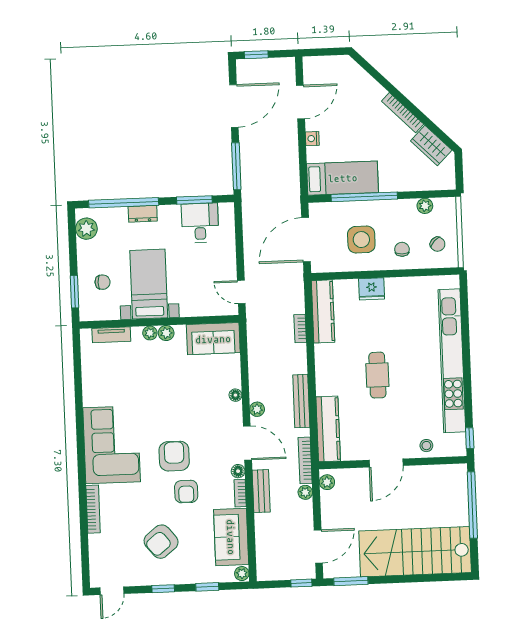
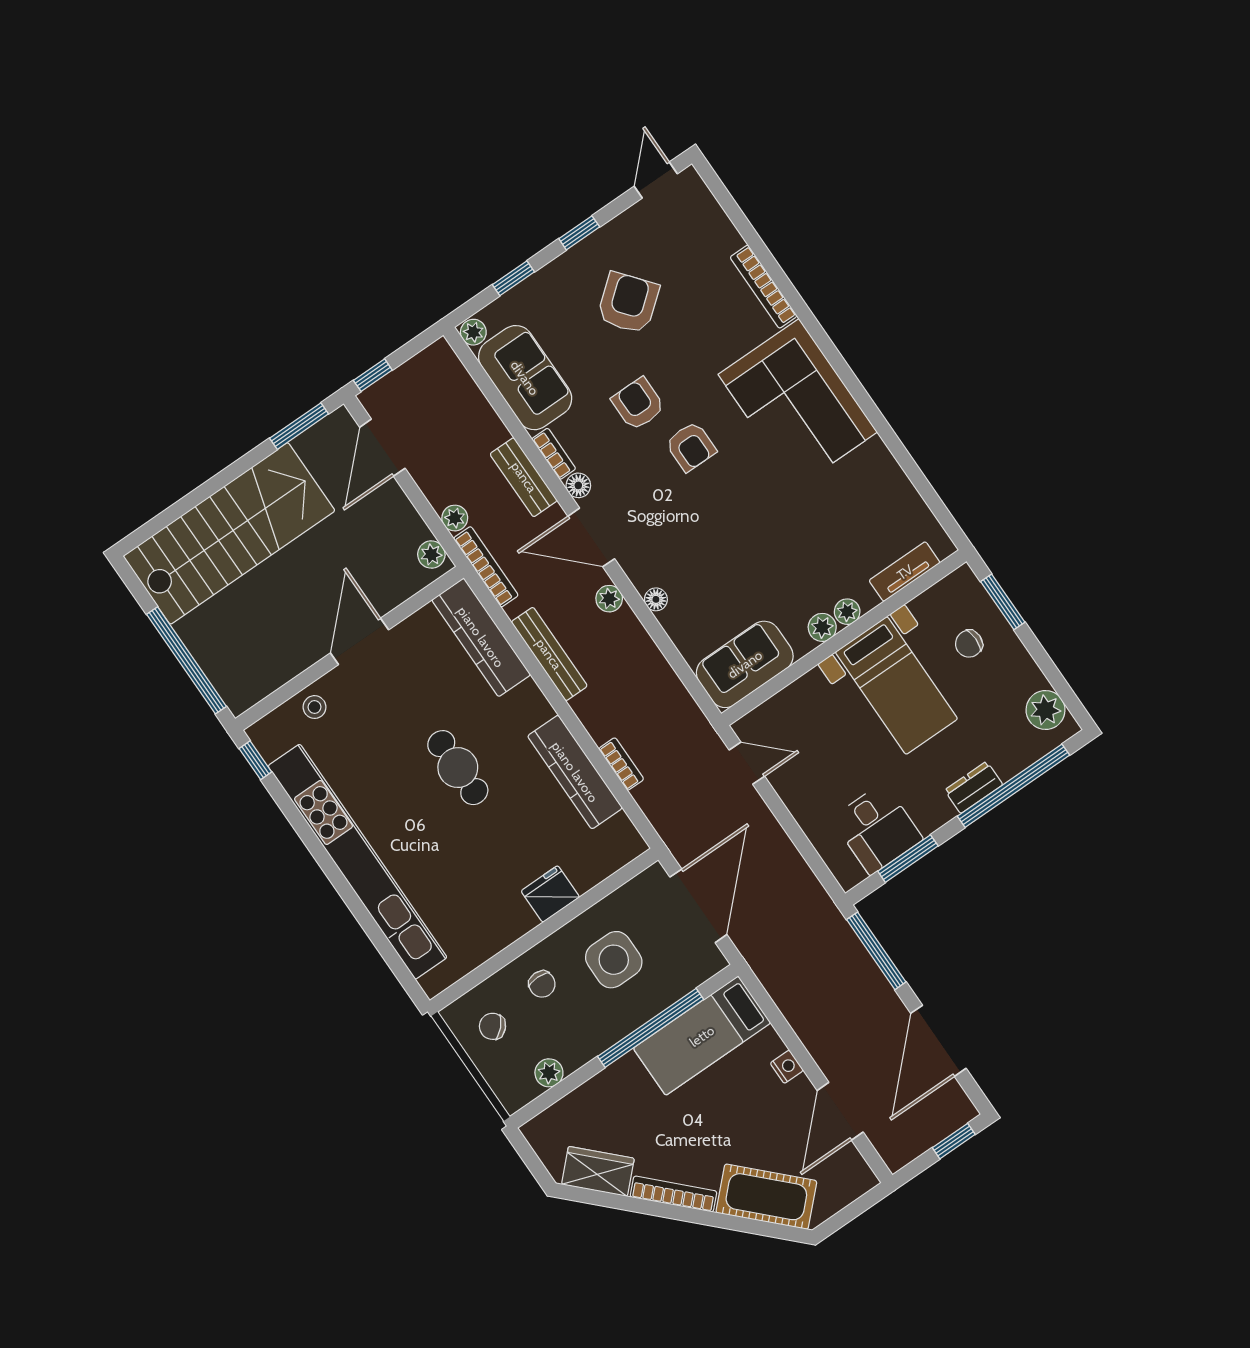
cot: (360, 84) -> (766, 1197), added
kitchen counter: (323, 311) -> (575, 772), moved
armchair: (174, 456) -> (691, 447), width x0.72, depth x0.72

